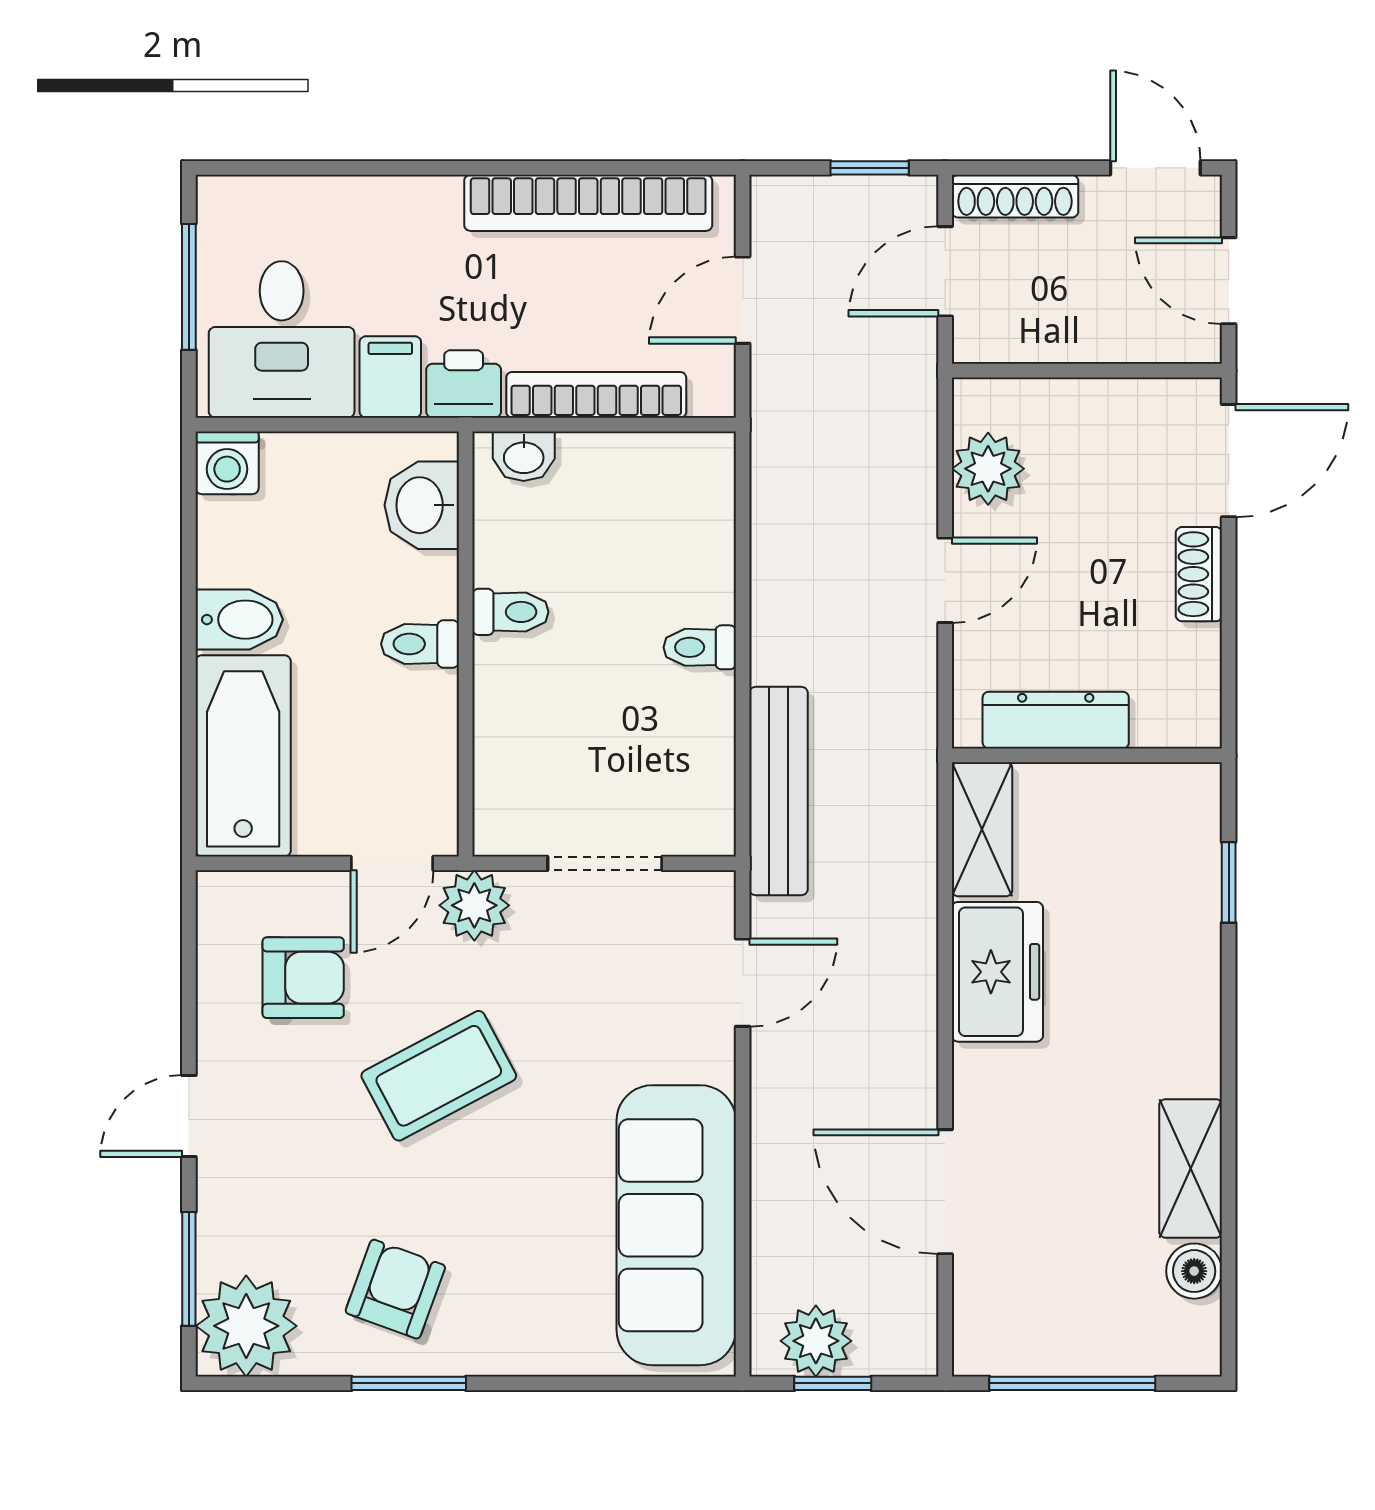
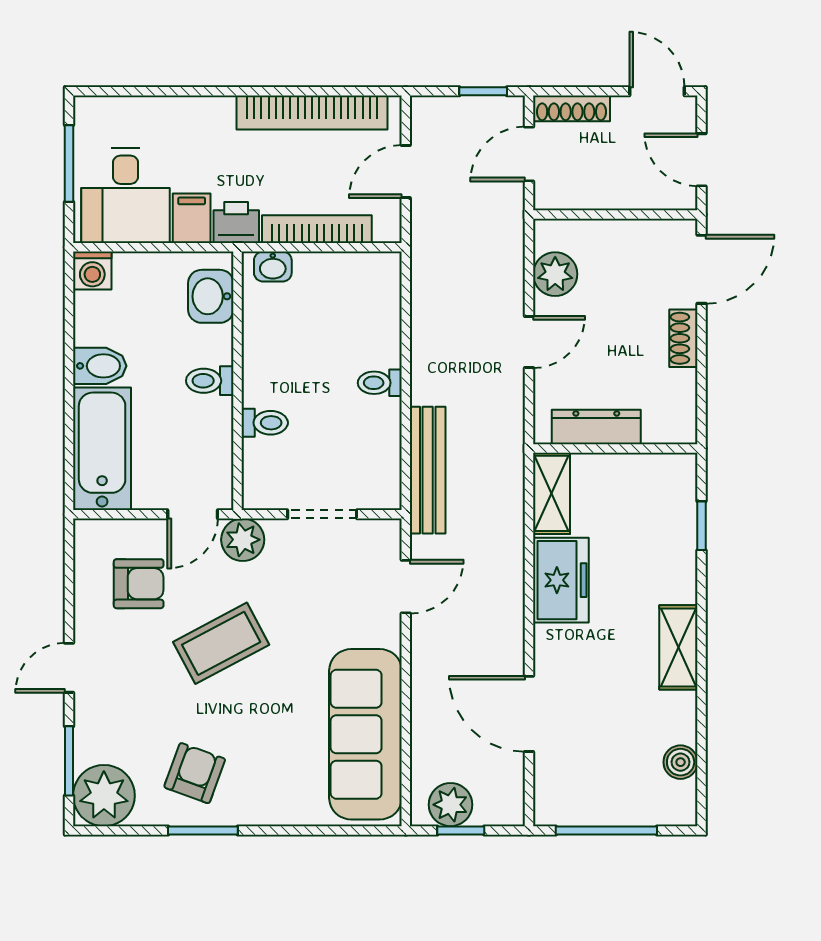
toilet: (510, 612) -> (265, 423), moved
shelving: (1191, 1168) -> (678, 647), moved

